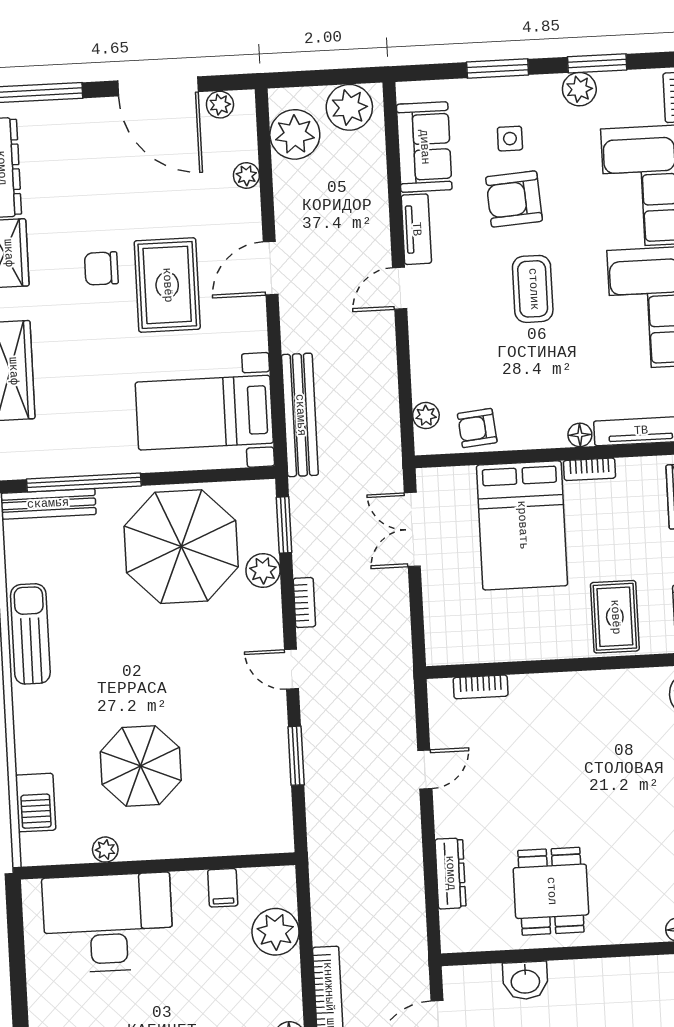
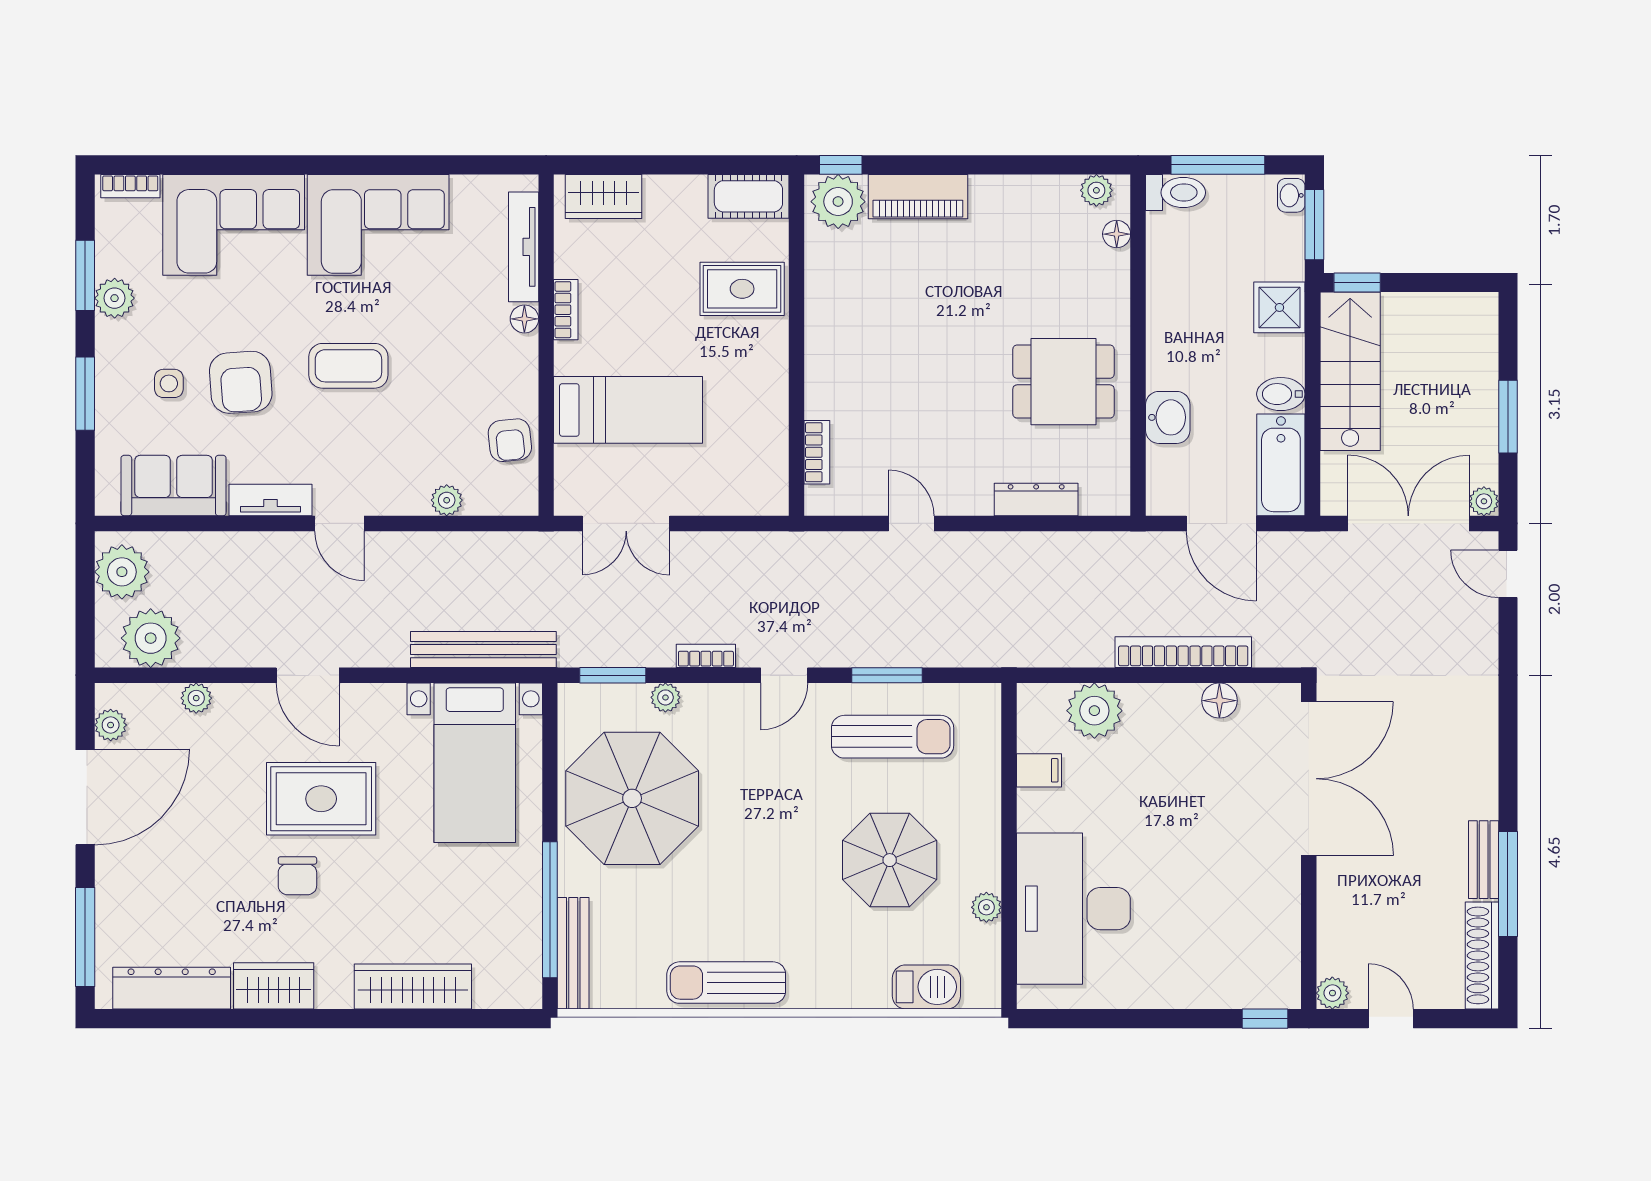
plant: (426, 416) -> (447, 500), moved
bed: (522, 525) -> (628, 410), width x0.67
plant: (263, 571) -> (665, 697), width x0.73, depth x0.73
sun lounger: (245, 763) -> (893, 737), added

